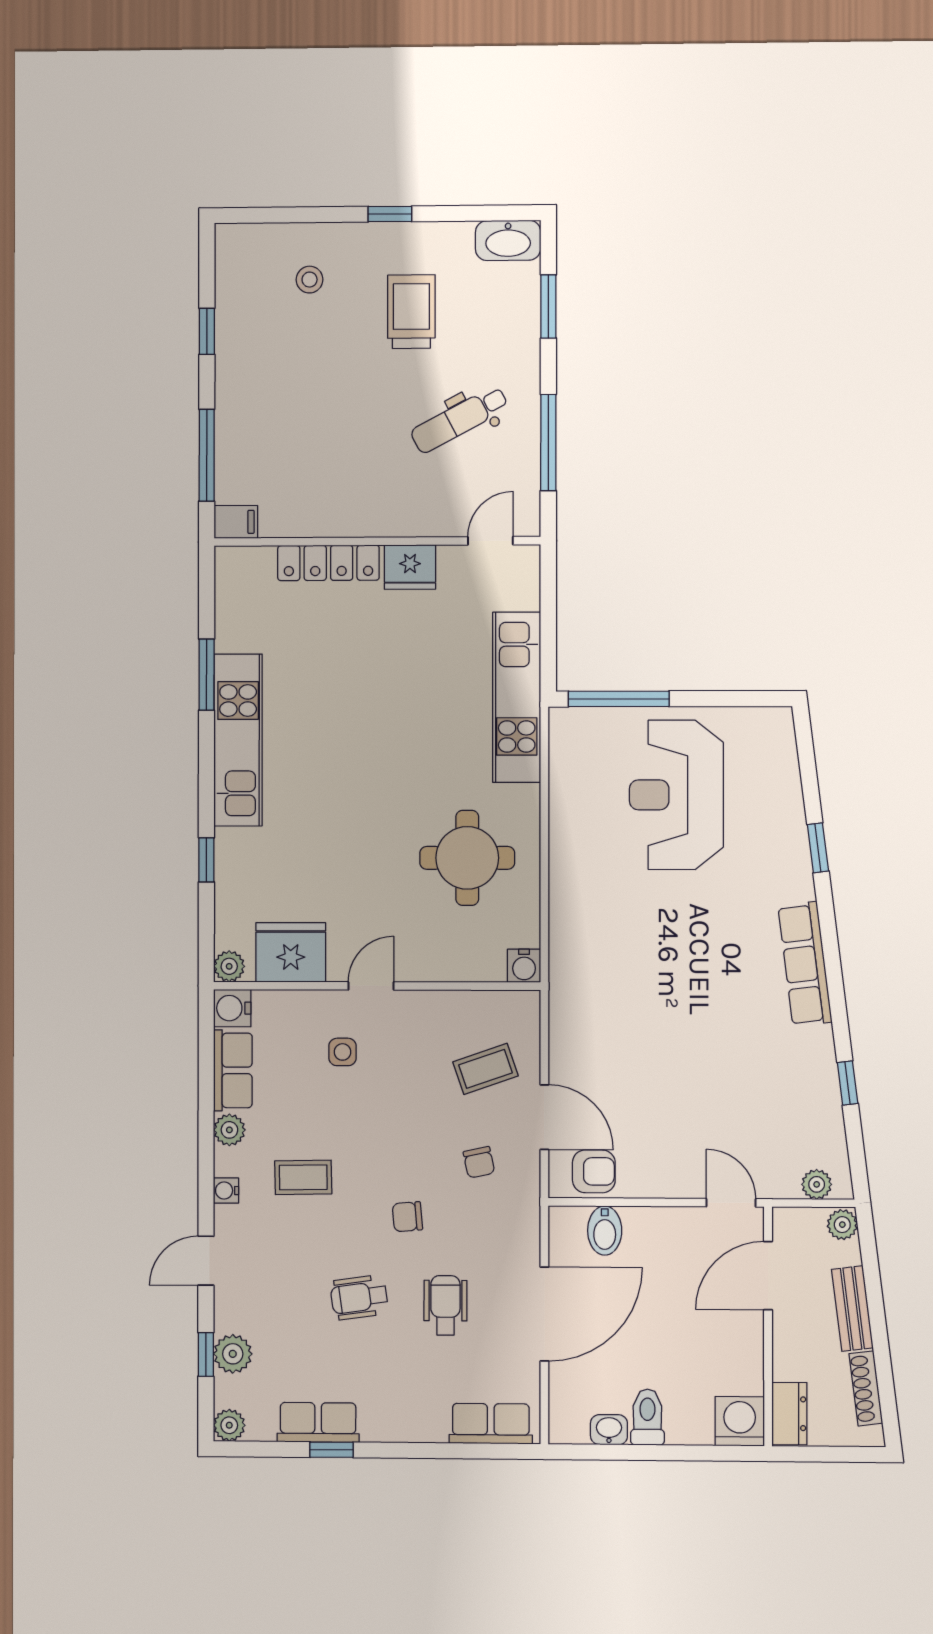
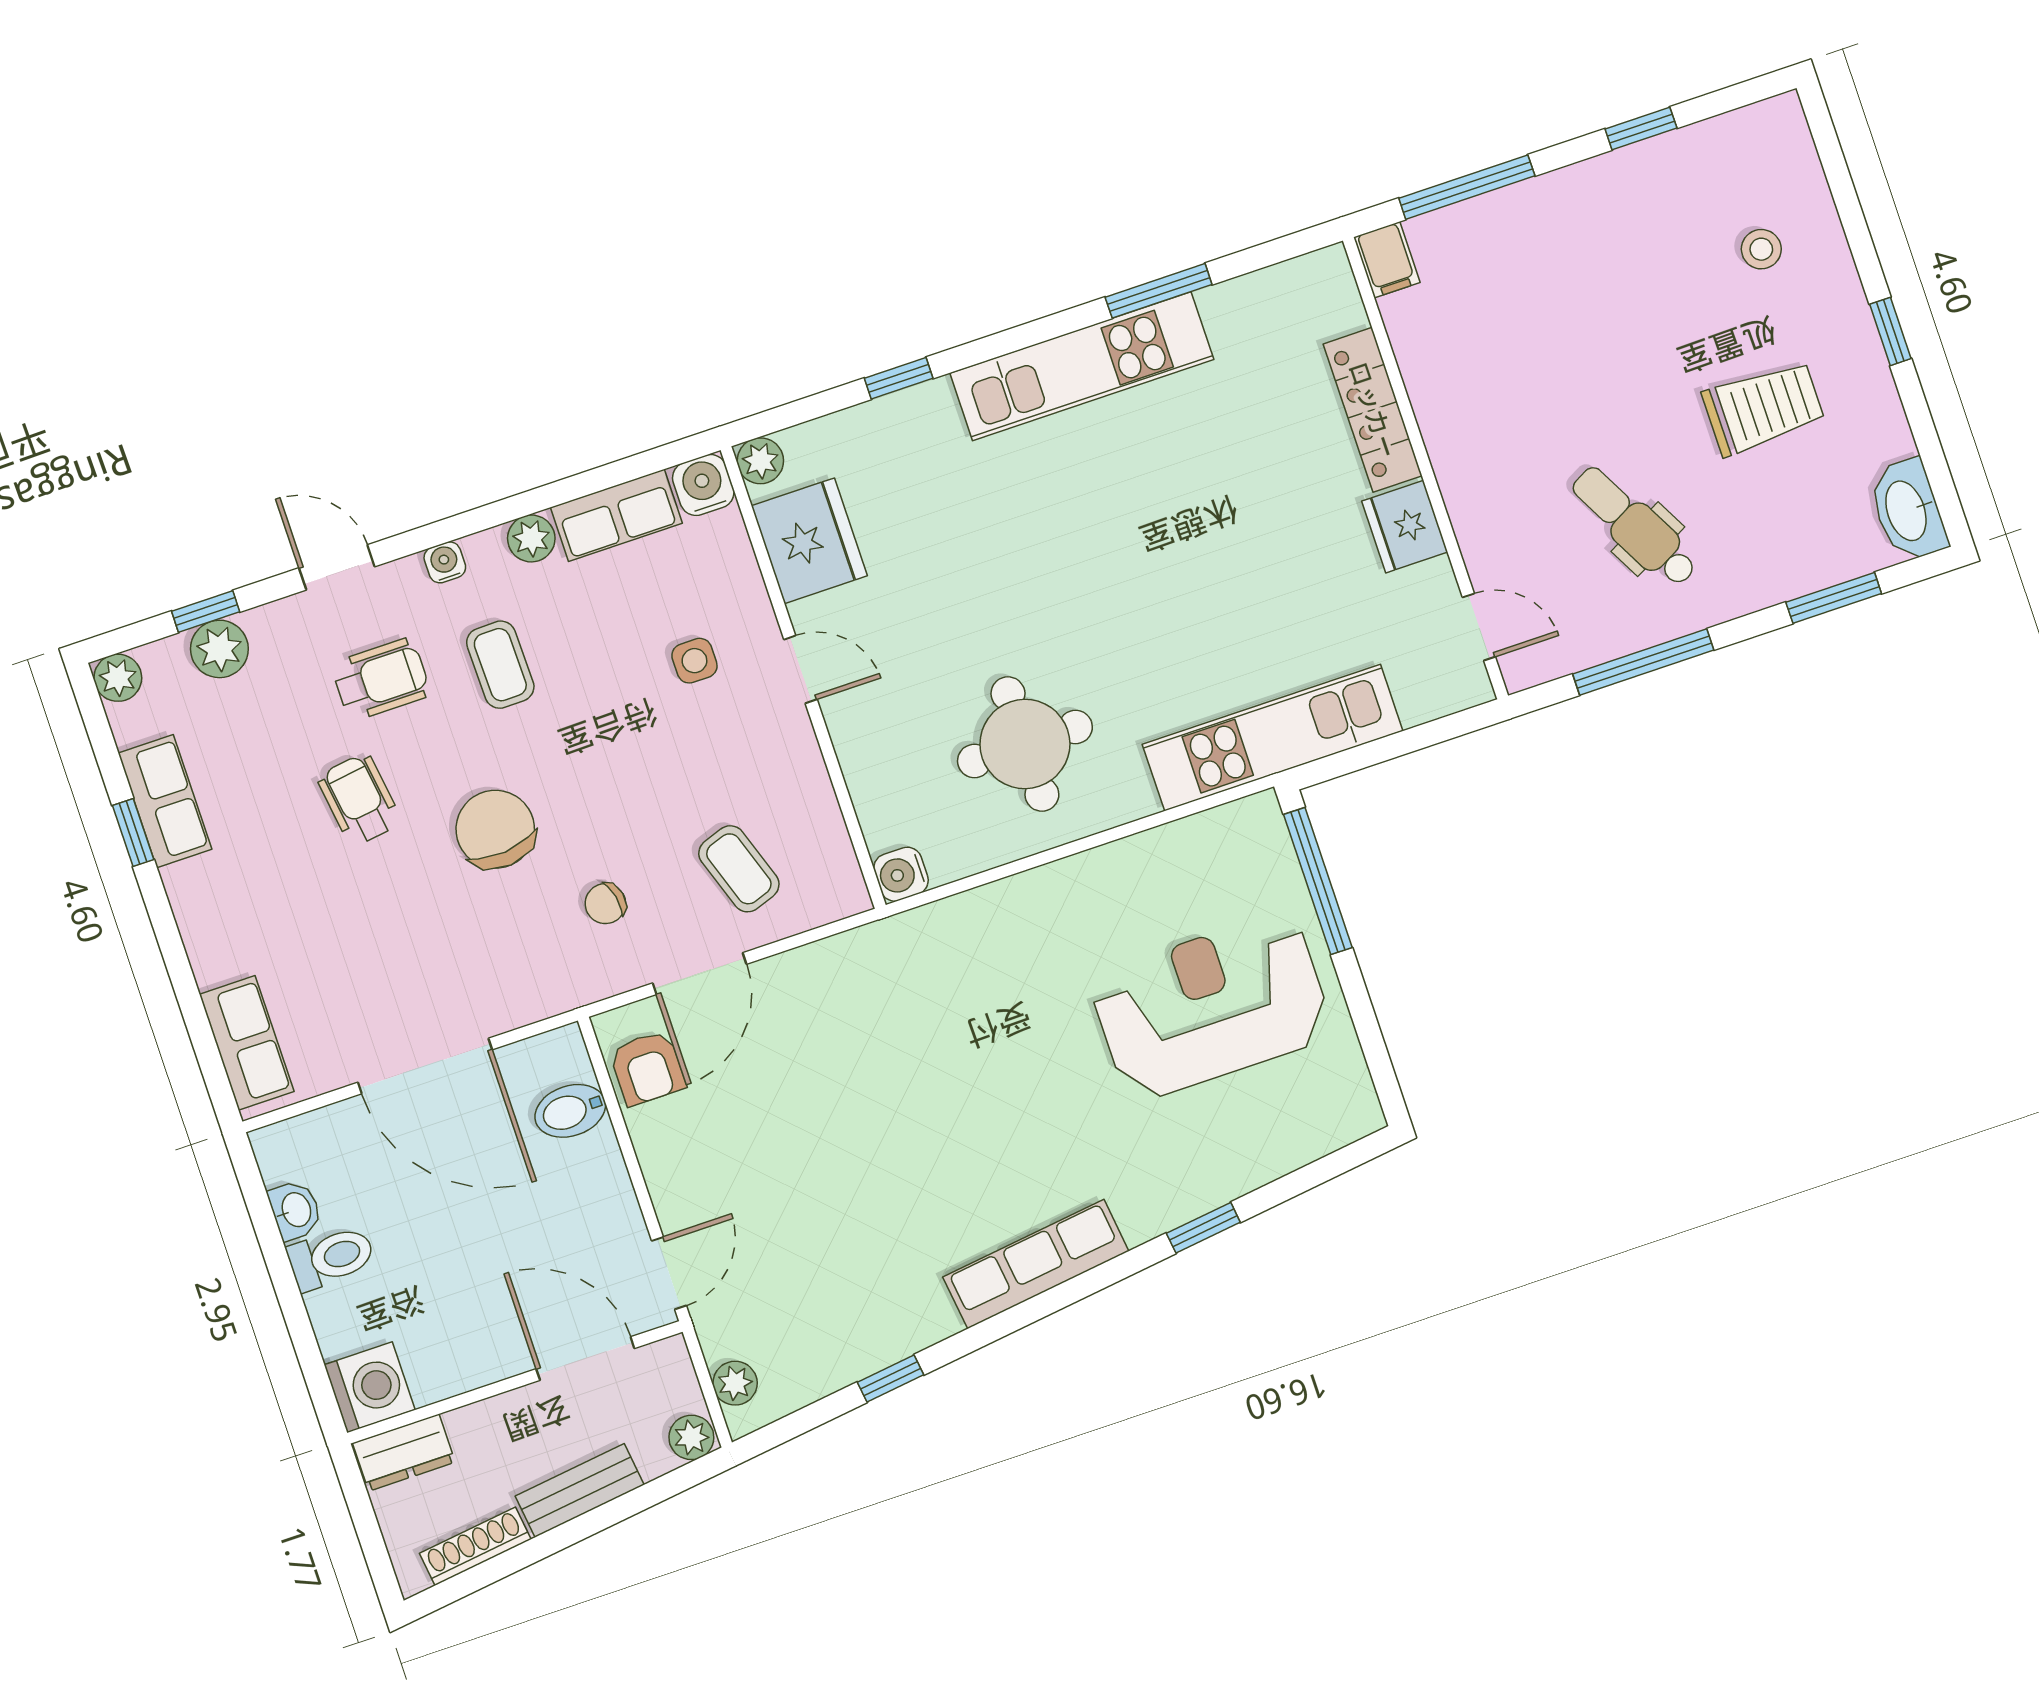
chair: (407, 1217) -> (495, 829), width x1.87, depth x1.87
wheelchair: (445, 1305) -> (381, 679), moved

